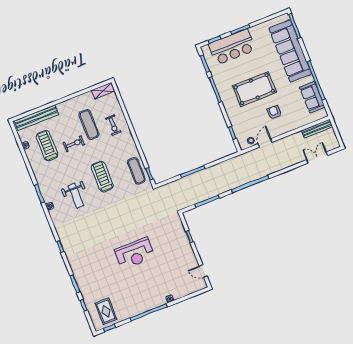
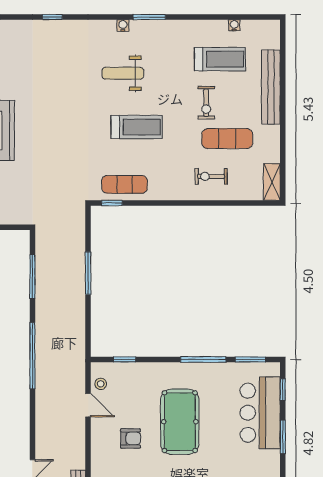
bench: (36, 118) -> (271, 87), moved

